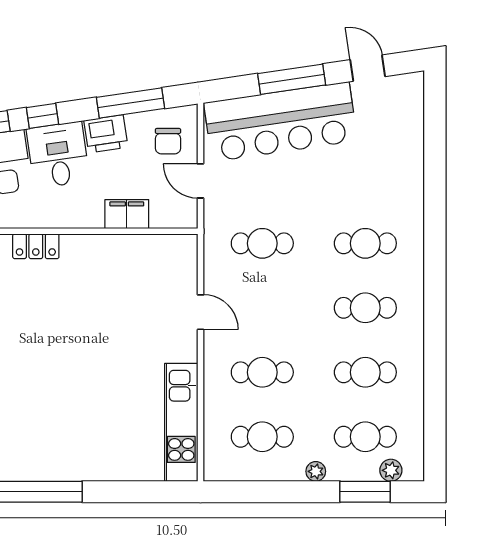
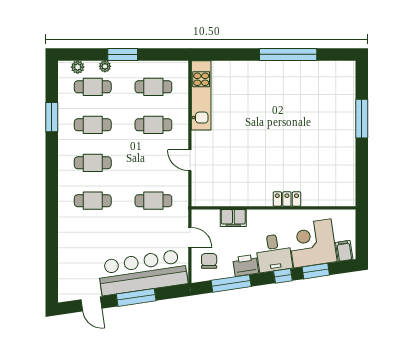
window: (435, 385) -> (52, 117), added
plant: (316, 471) -> (105, 66), moved
window: (365, 492) -> (123, 54), moved

